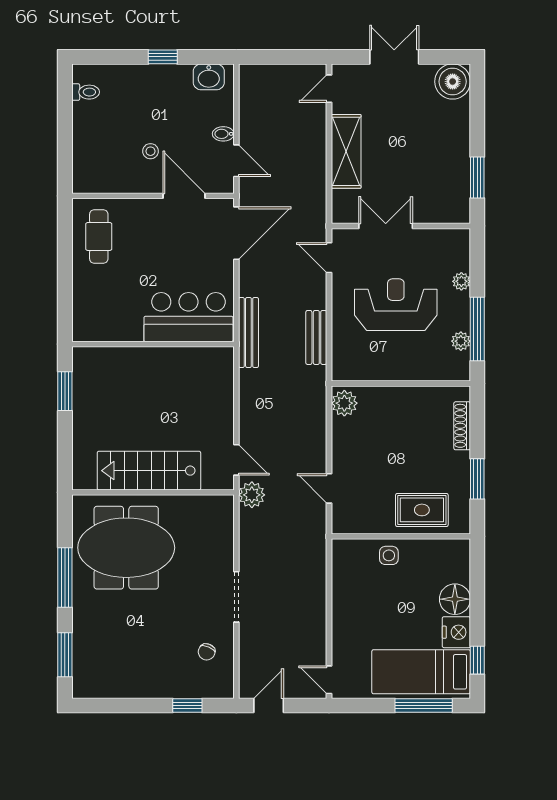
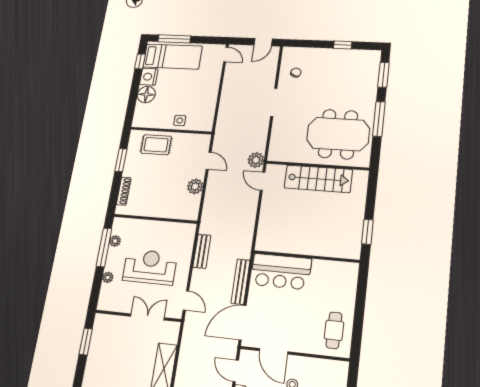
double door: (386, 226) -> (147, 317), swing flipped
reception desk: (396, 305) -> (150, 267), turned 180
bench: (248, 332) -> (240, 282), moved
plant: (344, 403) -> (195, 186), moved
window: (187, 705) -> (343, 45), moved

